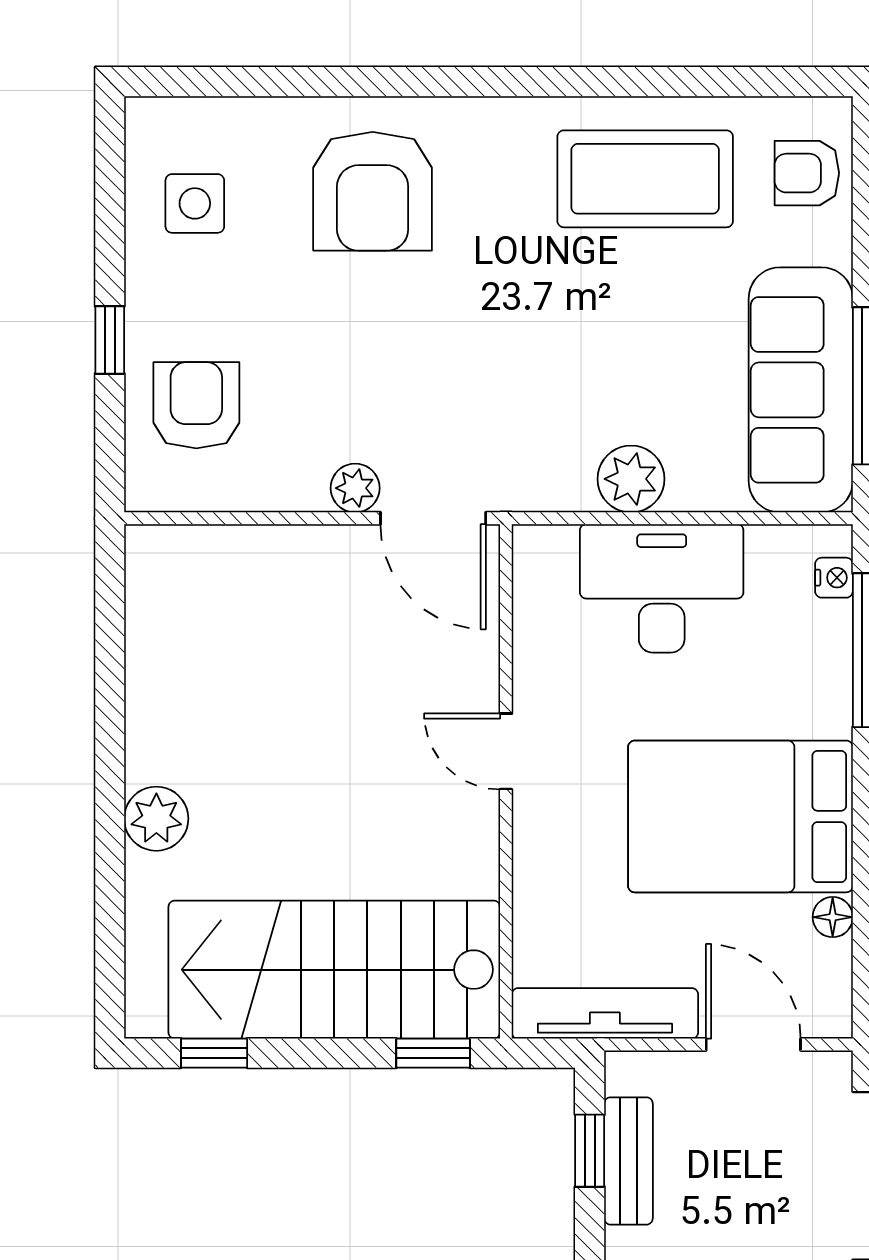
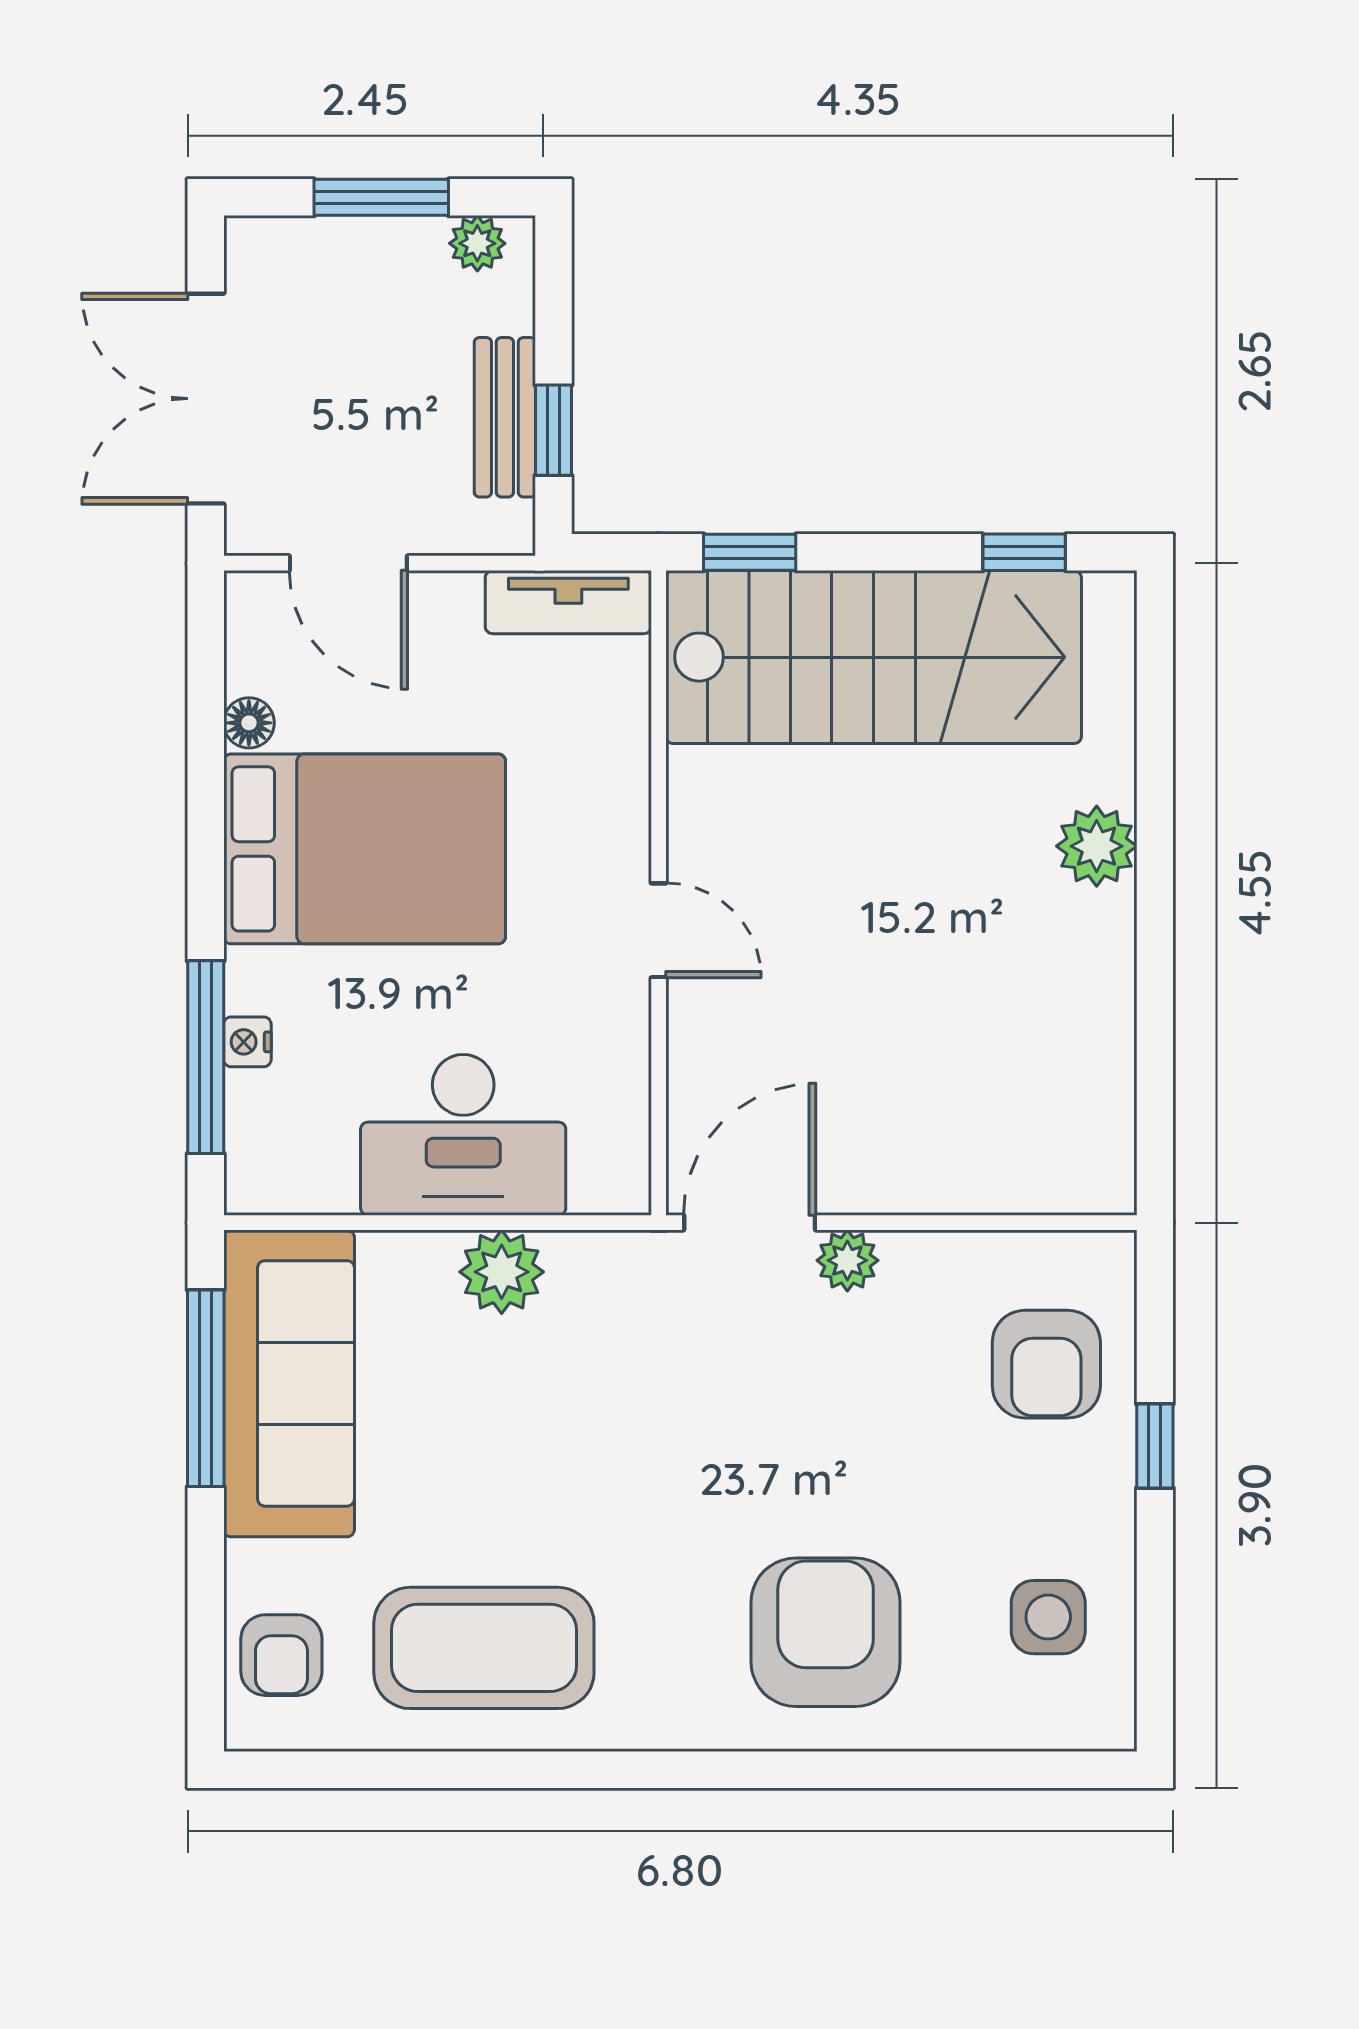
armchair: (807, 173) -> (281, 1655), turned 90
door: (433, 518) -> (750, 1223), hinge flipped
nightstand: (834, 578) -> (247, 1042), moved
tv unit: (605, 1013) -> (568, 602), width x0.71

